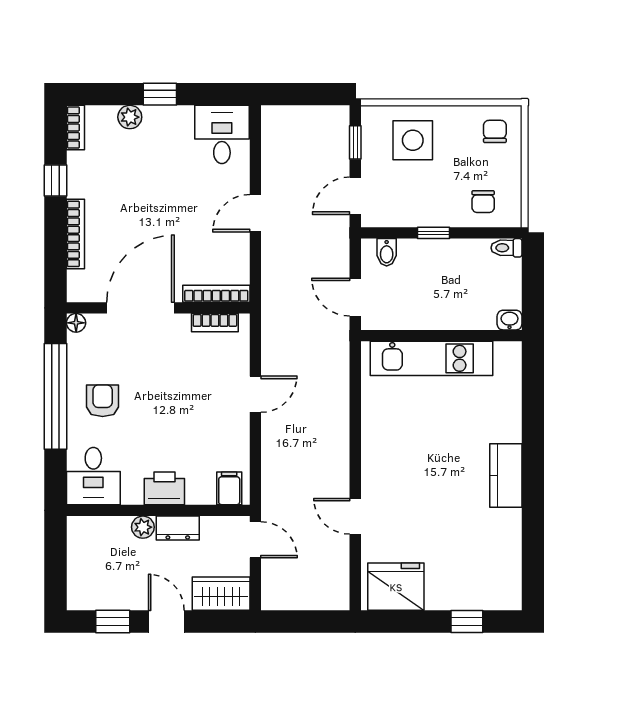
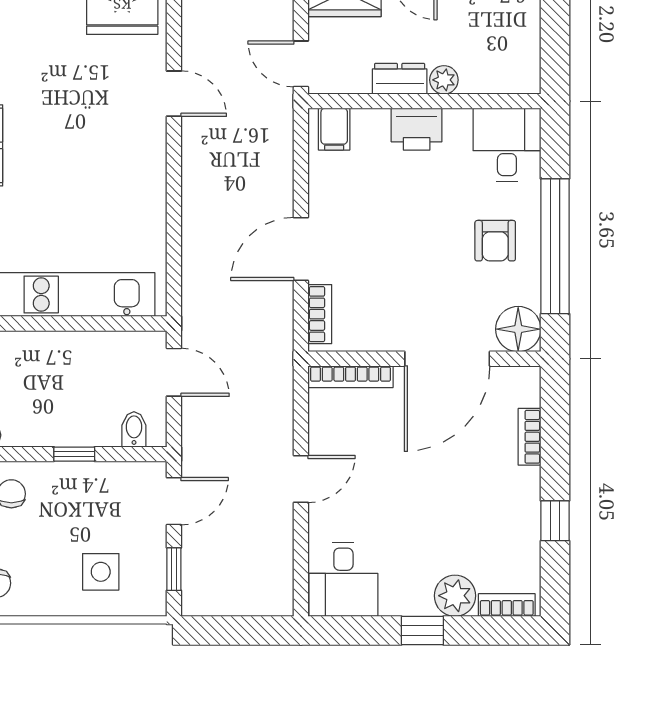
plant: (130, 117) -> (455, 596), width x1.38, depth x1.38
bookcase: (76, 127) -> (507, 605), moved, turned 90
side table: (413, 140) -> (101, 572), width x0.73, depth x0.73
bookcase: (76, 234) -> (530, 437), width x0.64
floor lamp: (76, 323) -> (518, 329), width x1.89, depth x1.89
bookcase: (215, 323) -> (320, 314), moved, turned 90
door: (255, 394) -> (301, 249), width x1.38

